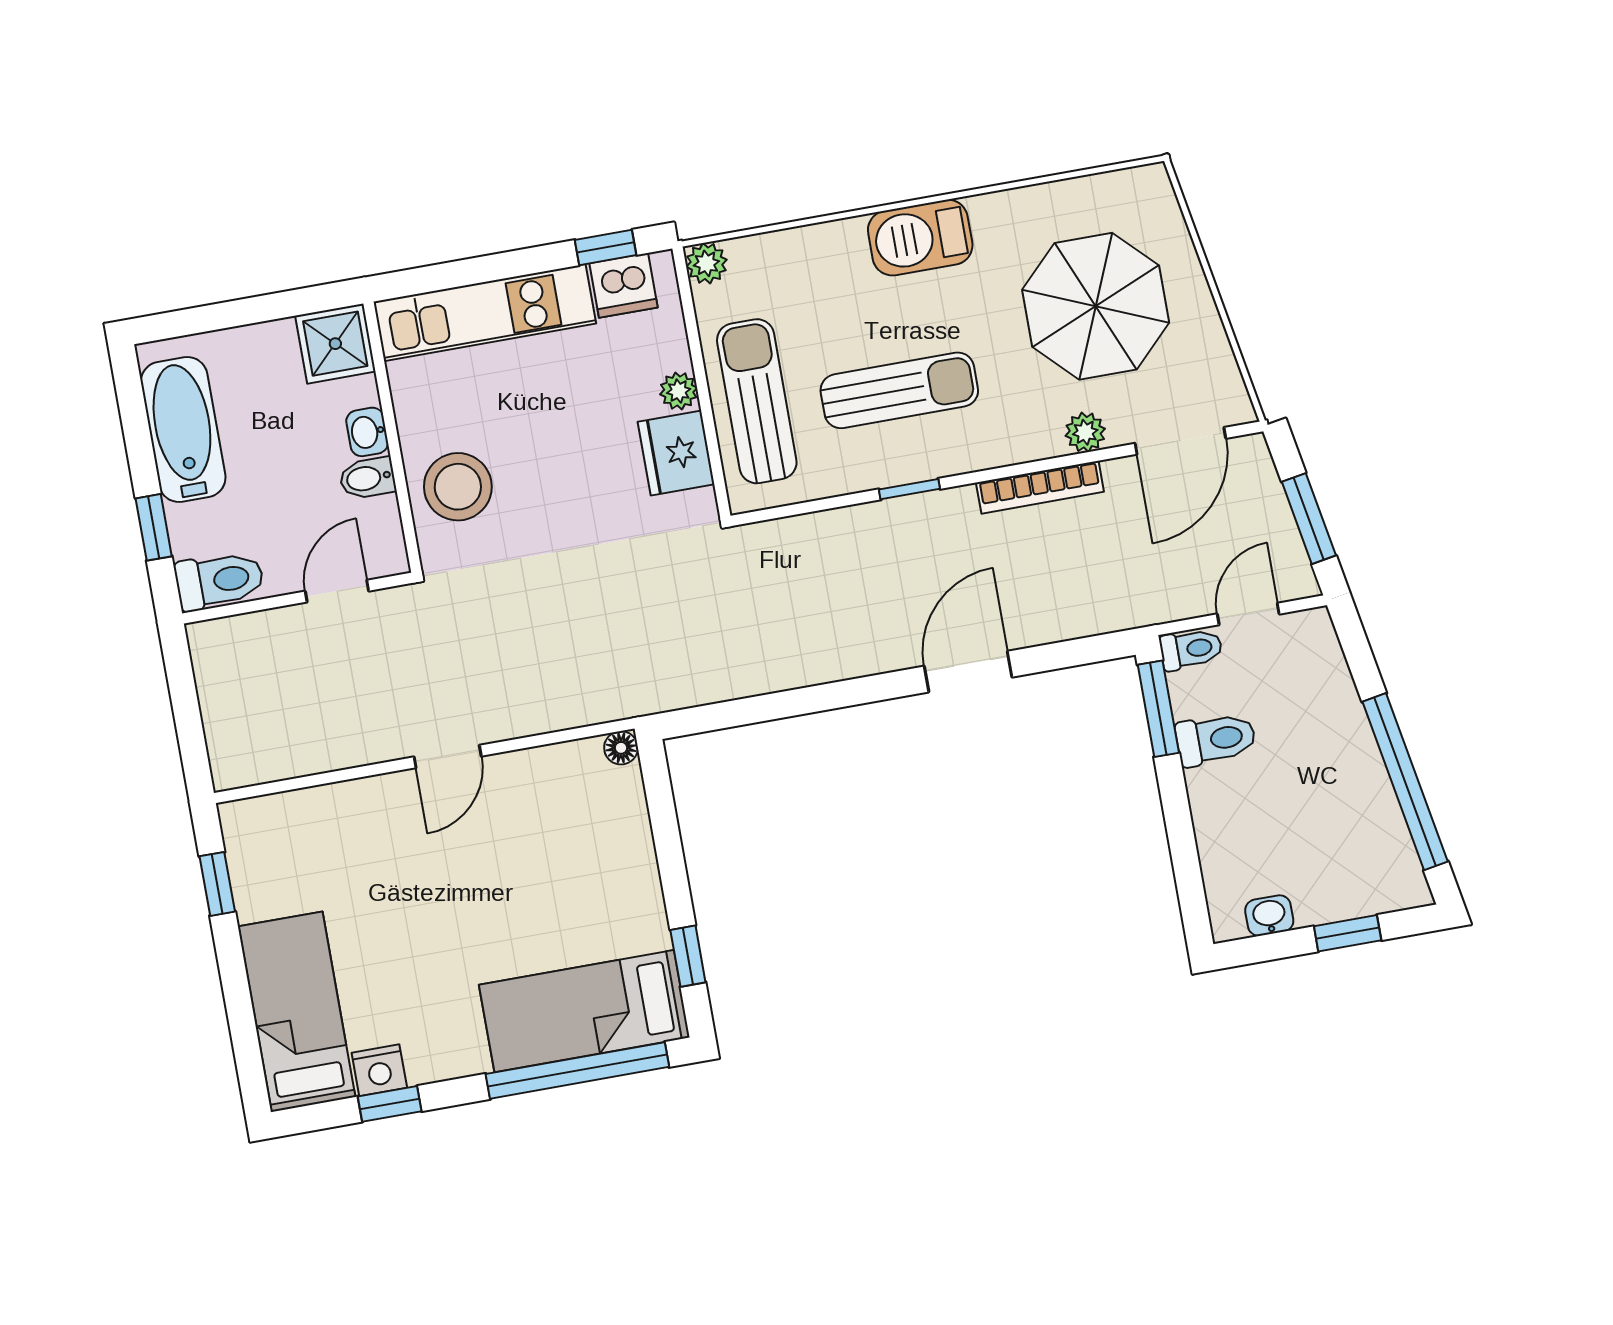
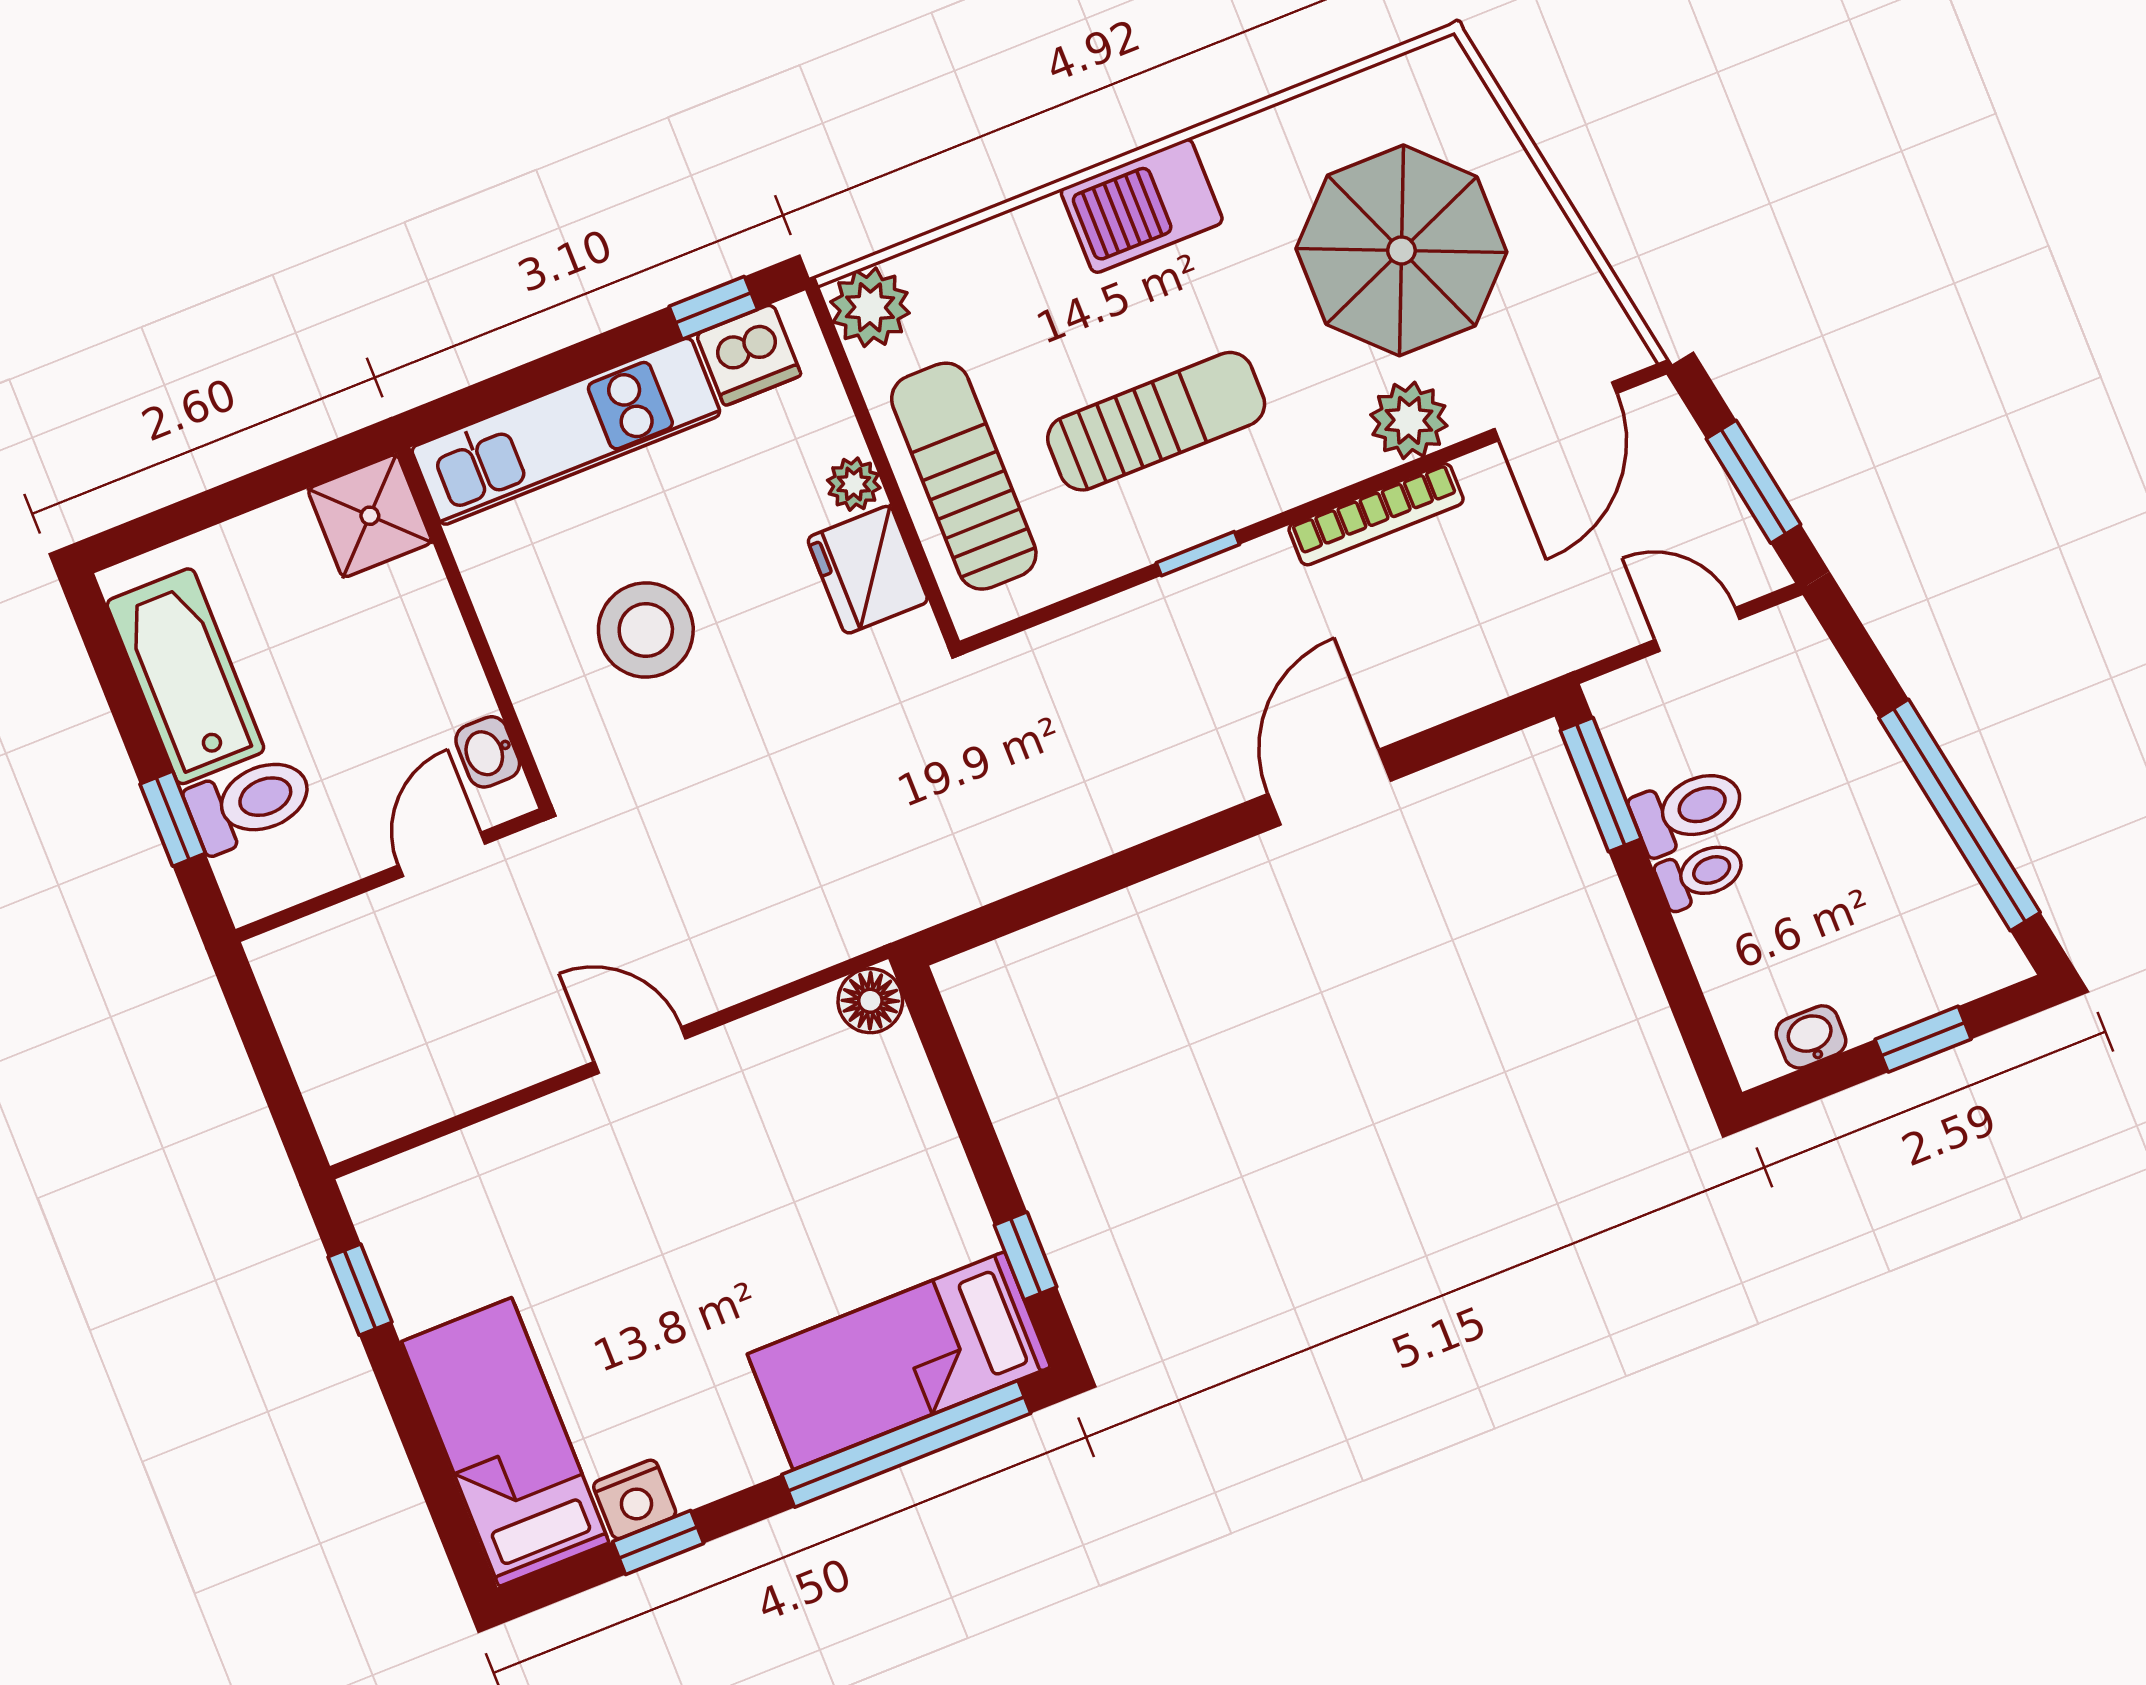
plant: (706, 263) -> (870, 307), width x1.38, depth x1.38
washbasin: (367, 432) -> (488, 752), moved
plant: (1085, 432) -> (1409, 420), width x1.38, depth x1.38
bidet: (367, 478) -> (452, 691), removed
stool: (458, 487) -> (646, 630), moved
toilet: (219, 581) -> (250, 803), moved
door: (1248, 614) -> (1697, 629), hinge flipped
toilet: (1191, 649) -> (1701, 874), moved
floor lamp: (621, 748) -> (870, 1001), width x1.37, depth x1.37
door: (448, 757) -> (640, 1050), swing flipped

